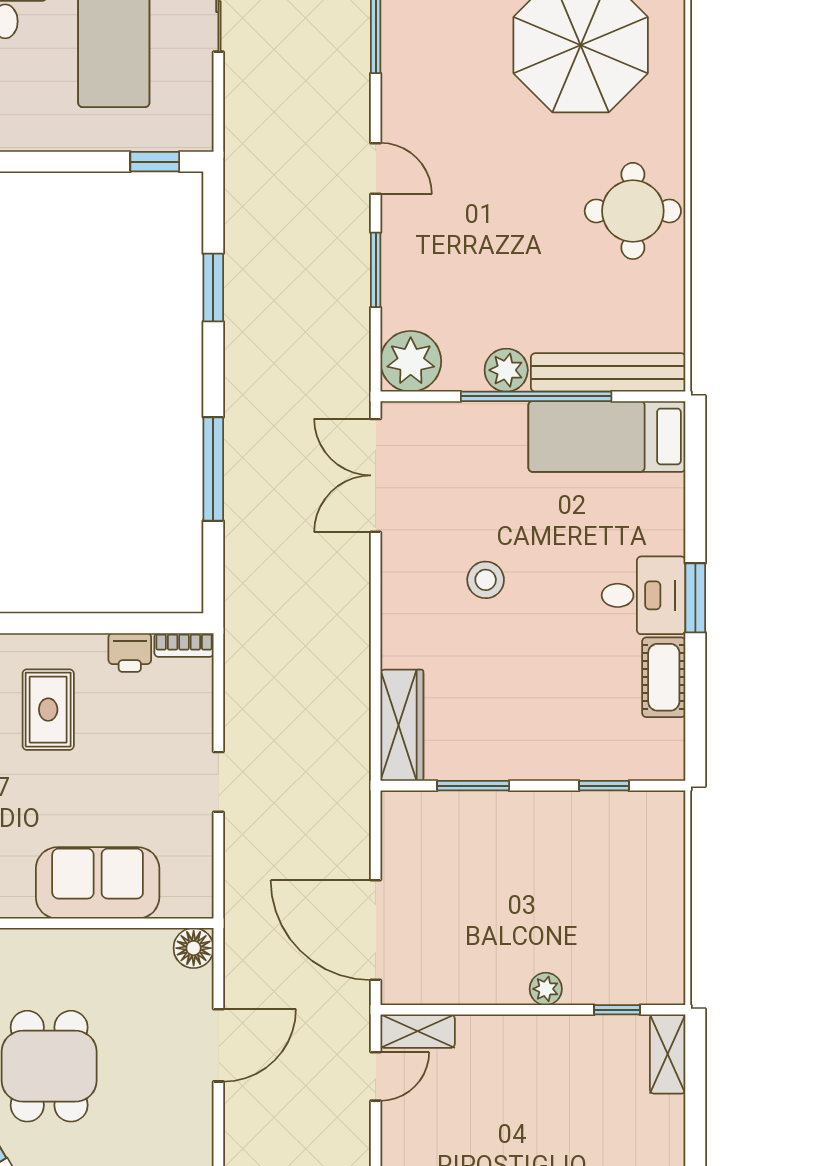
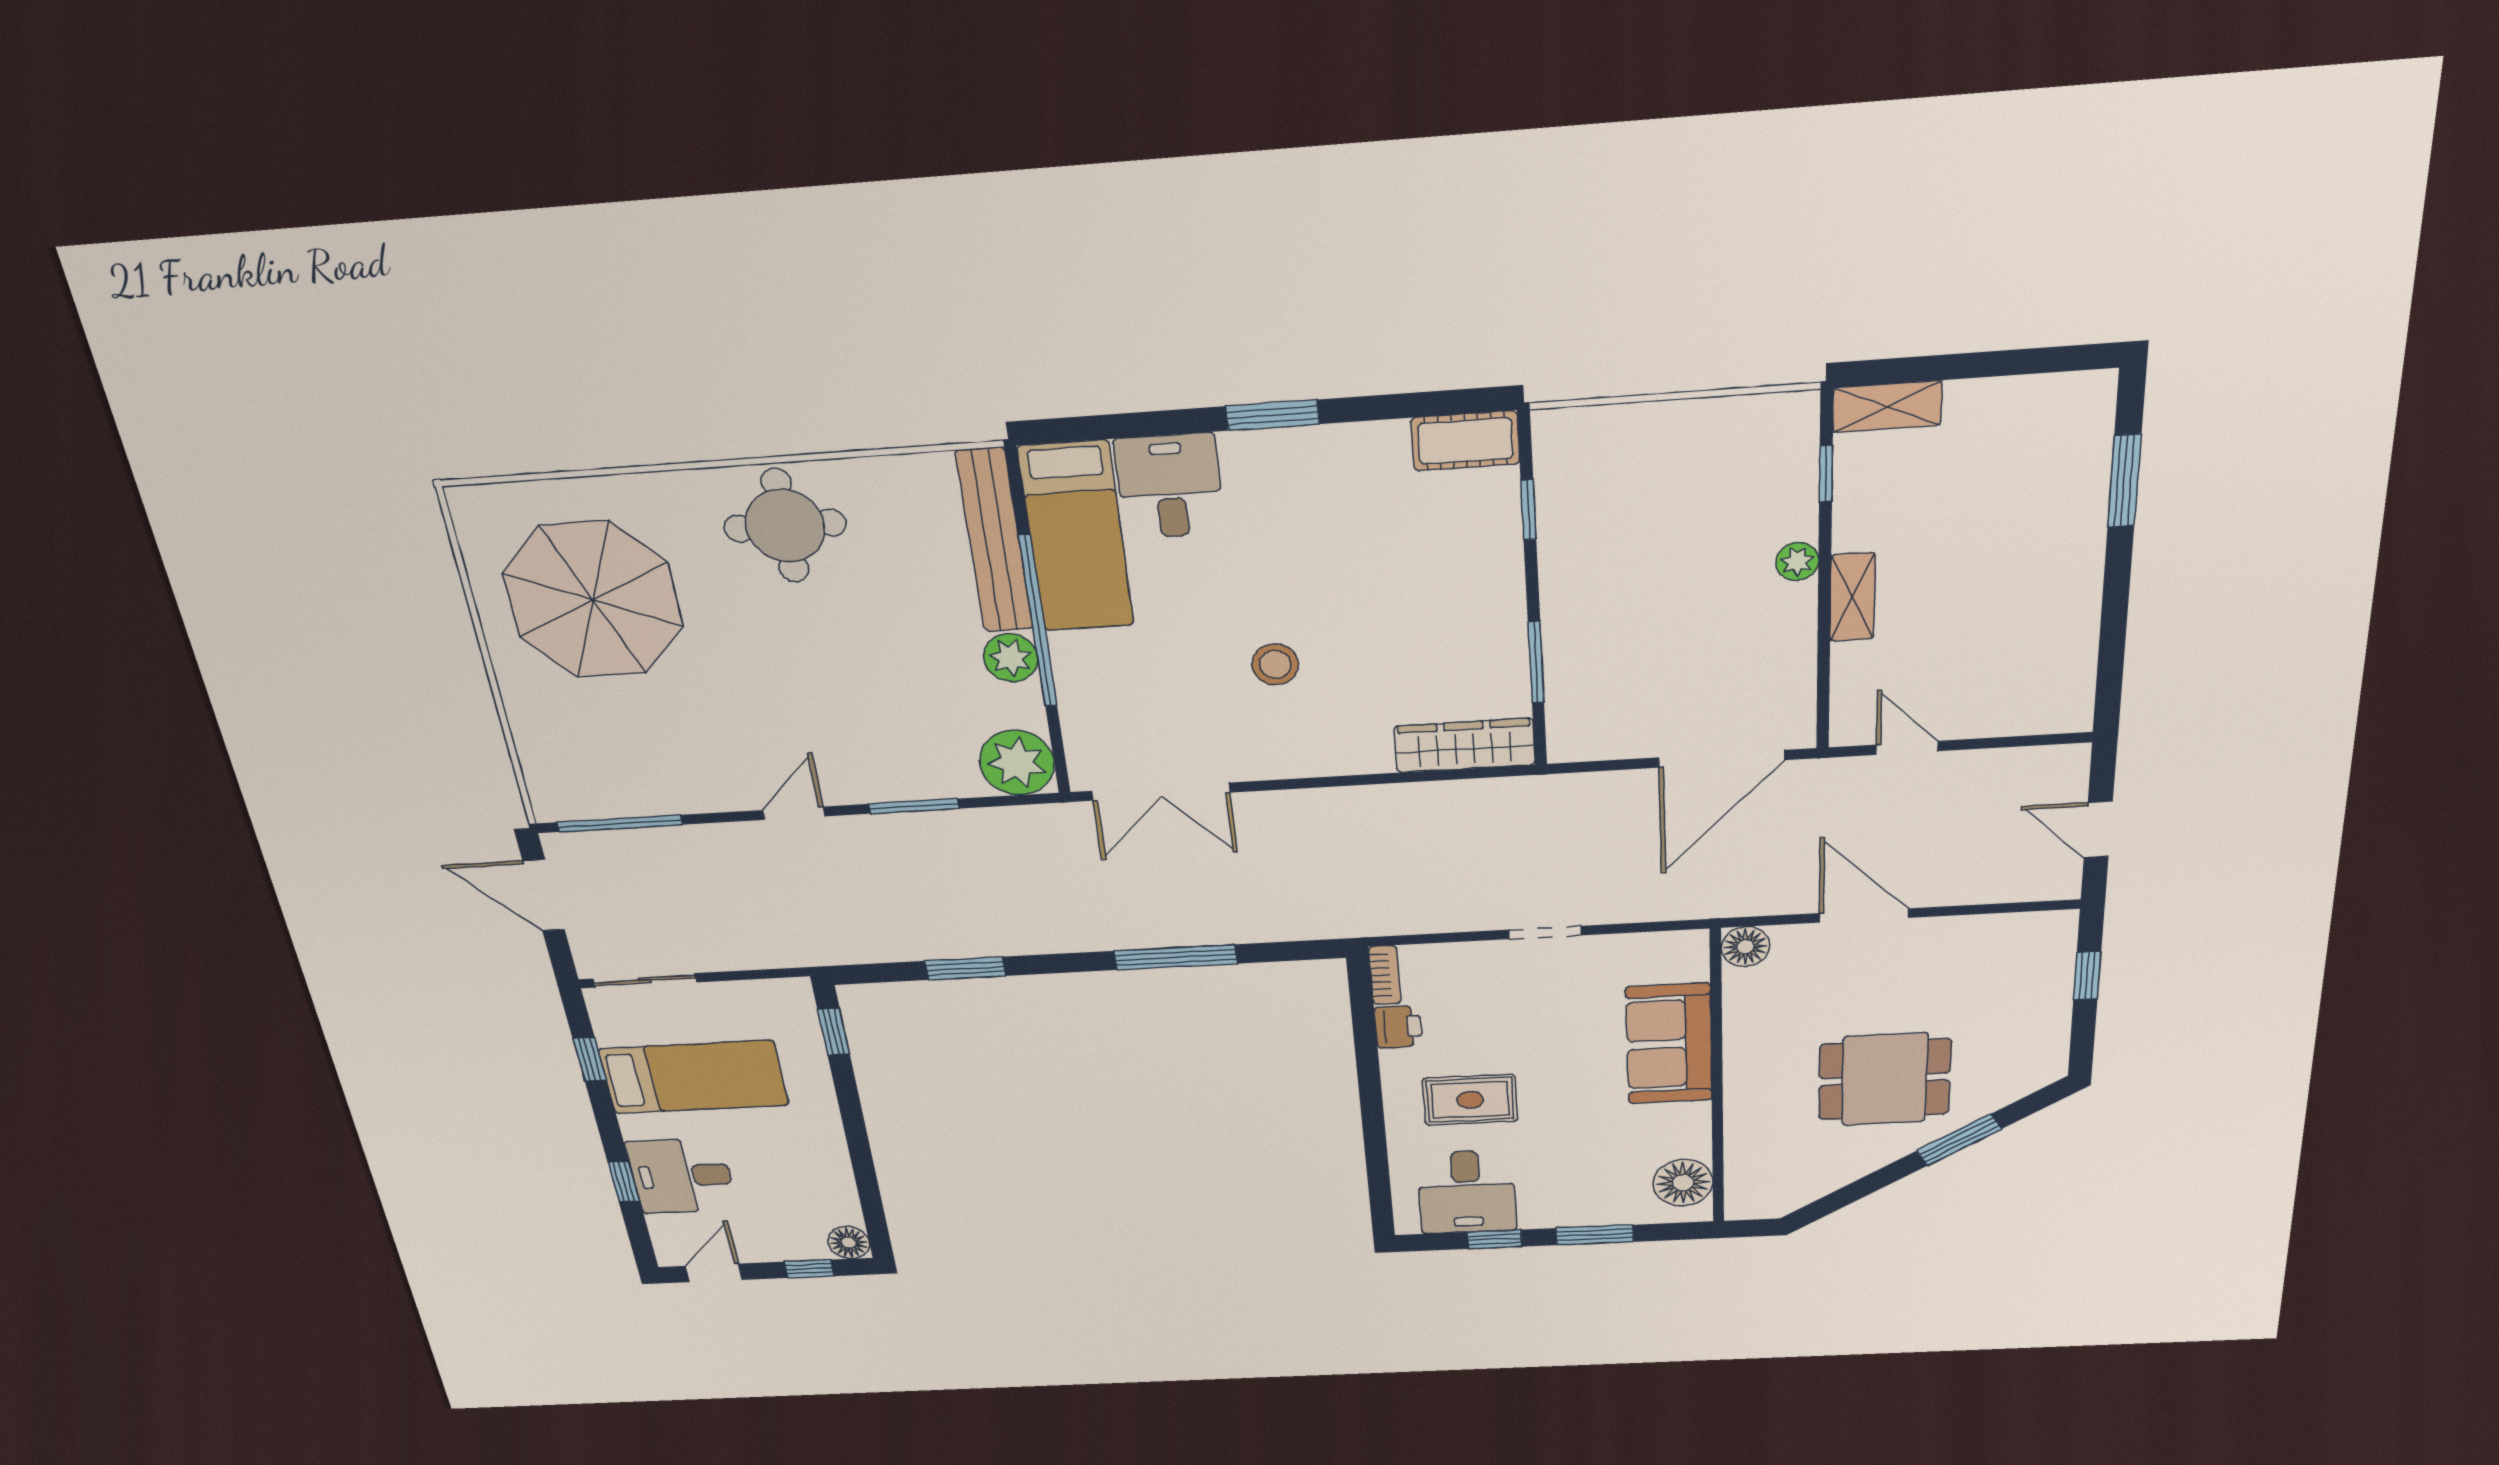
desk: (644, 595) -> (1170, 486), moved
cot: (664, 677) -> (1465, 441), moved
shelving: (418, 1031) -> (1852, 597), moved

